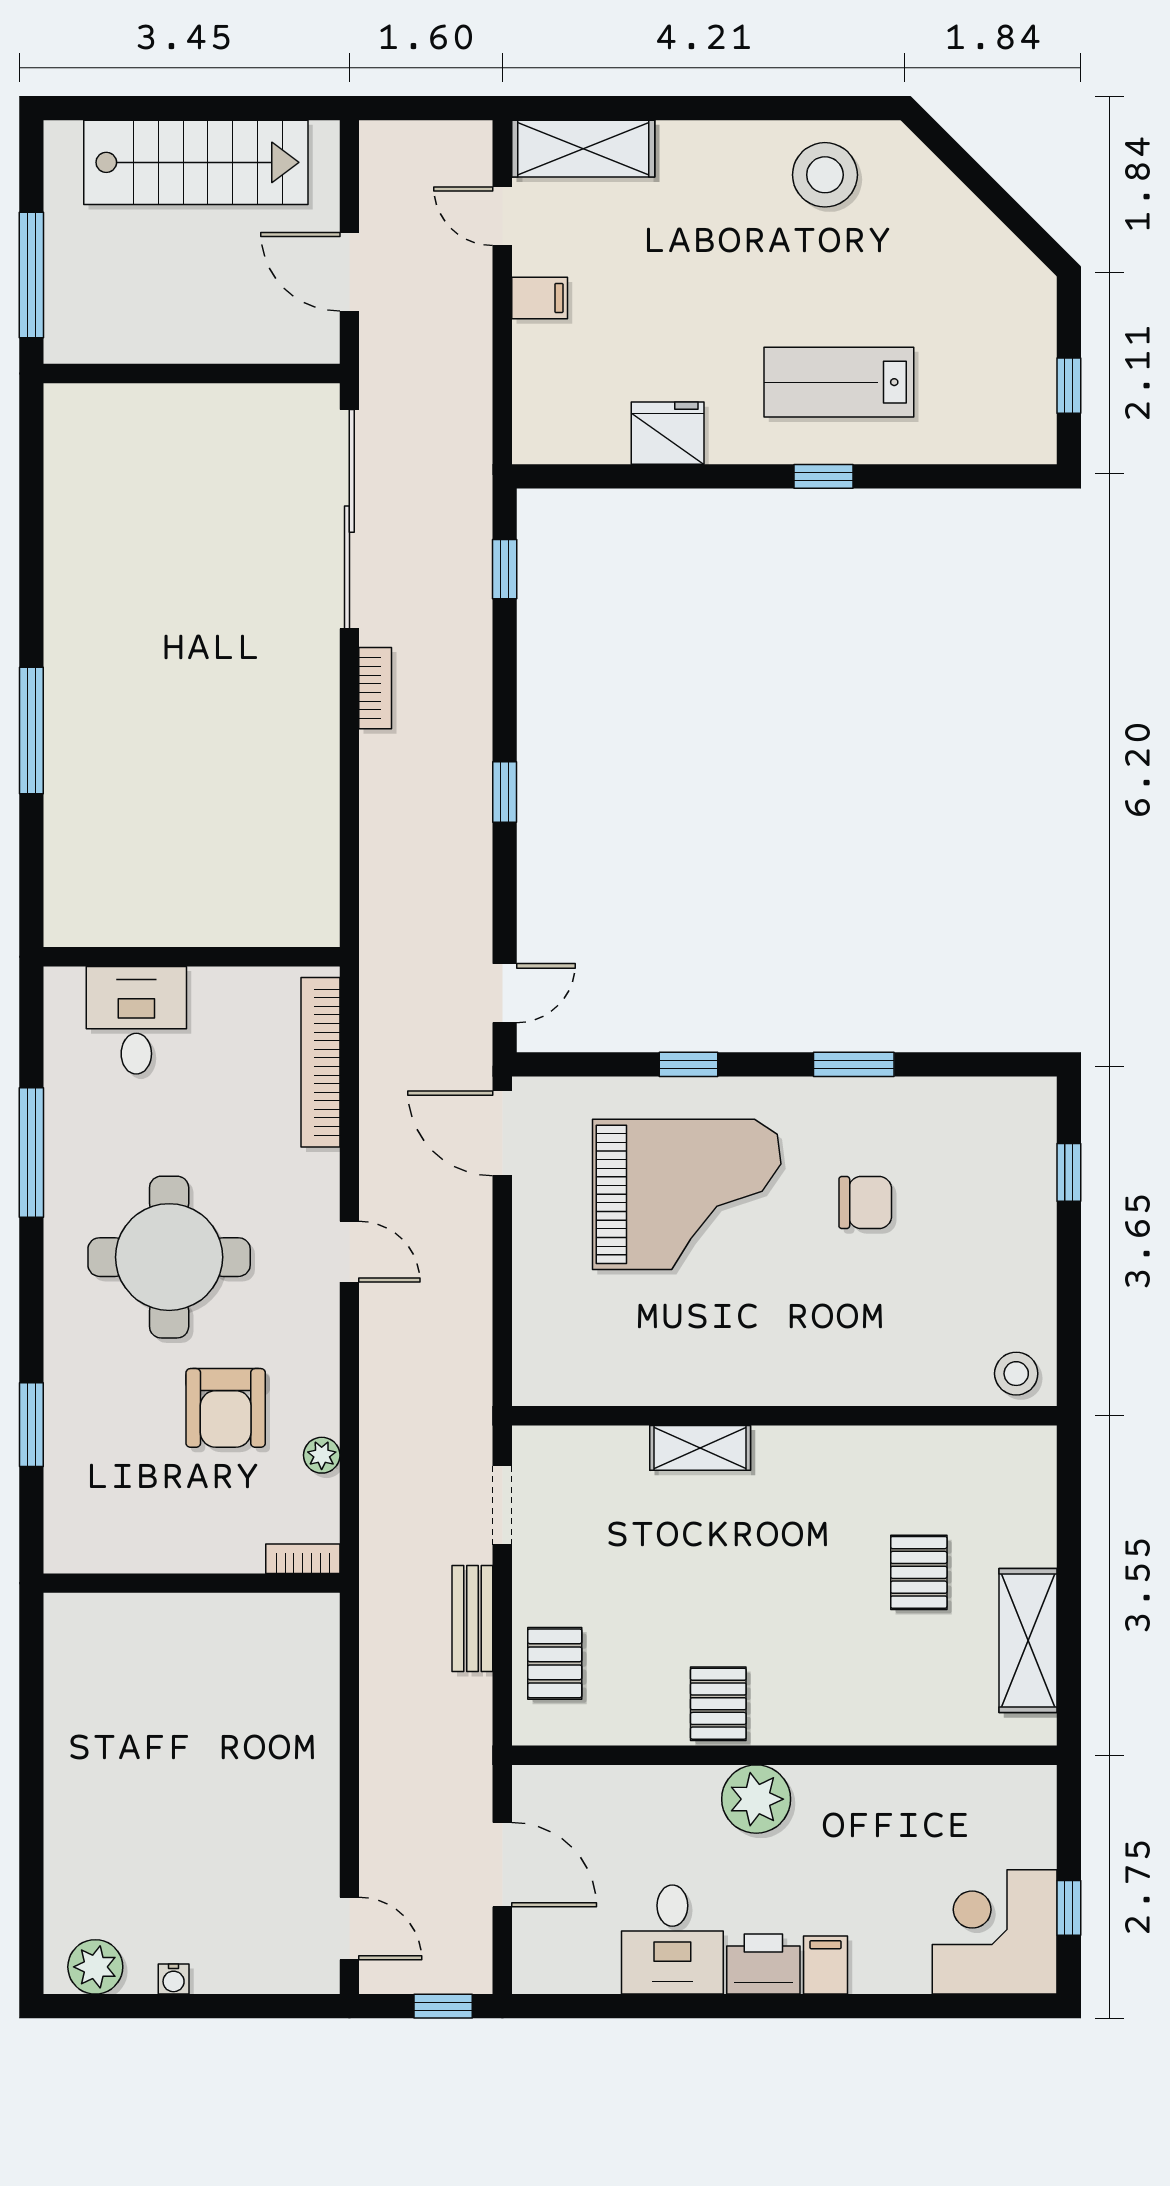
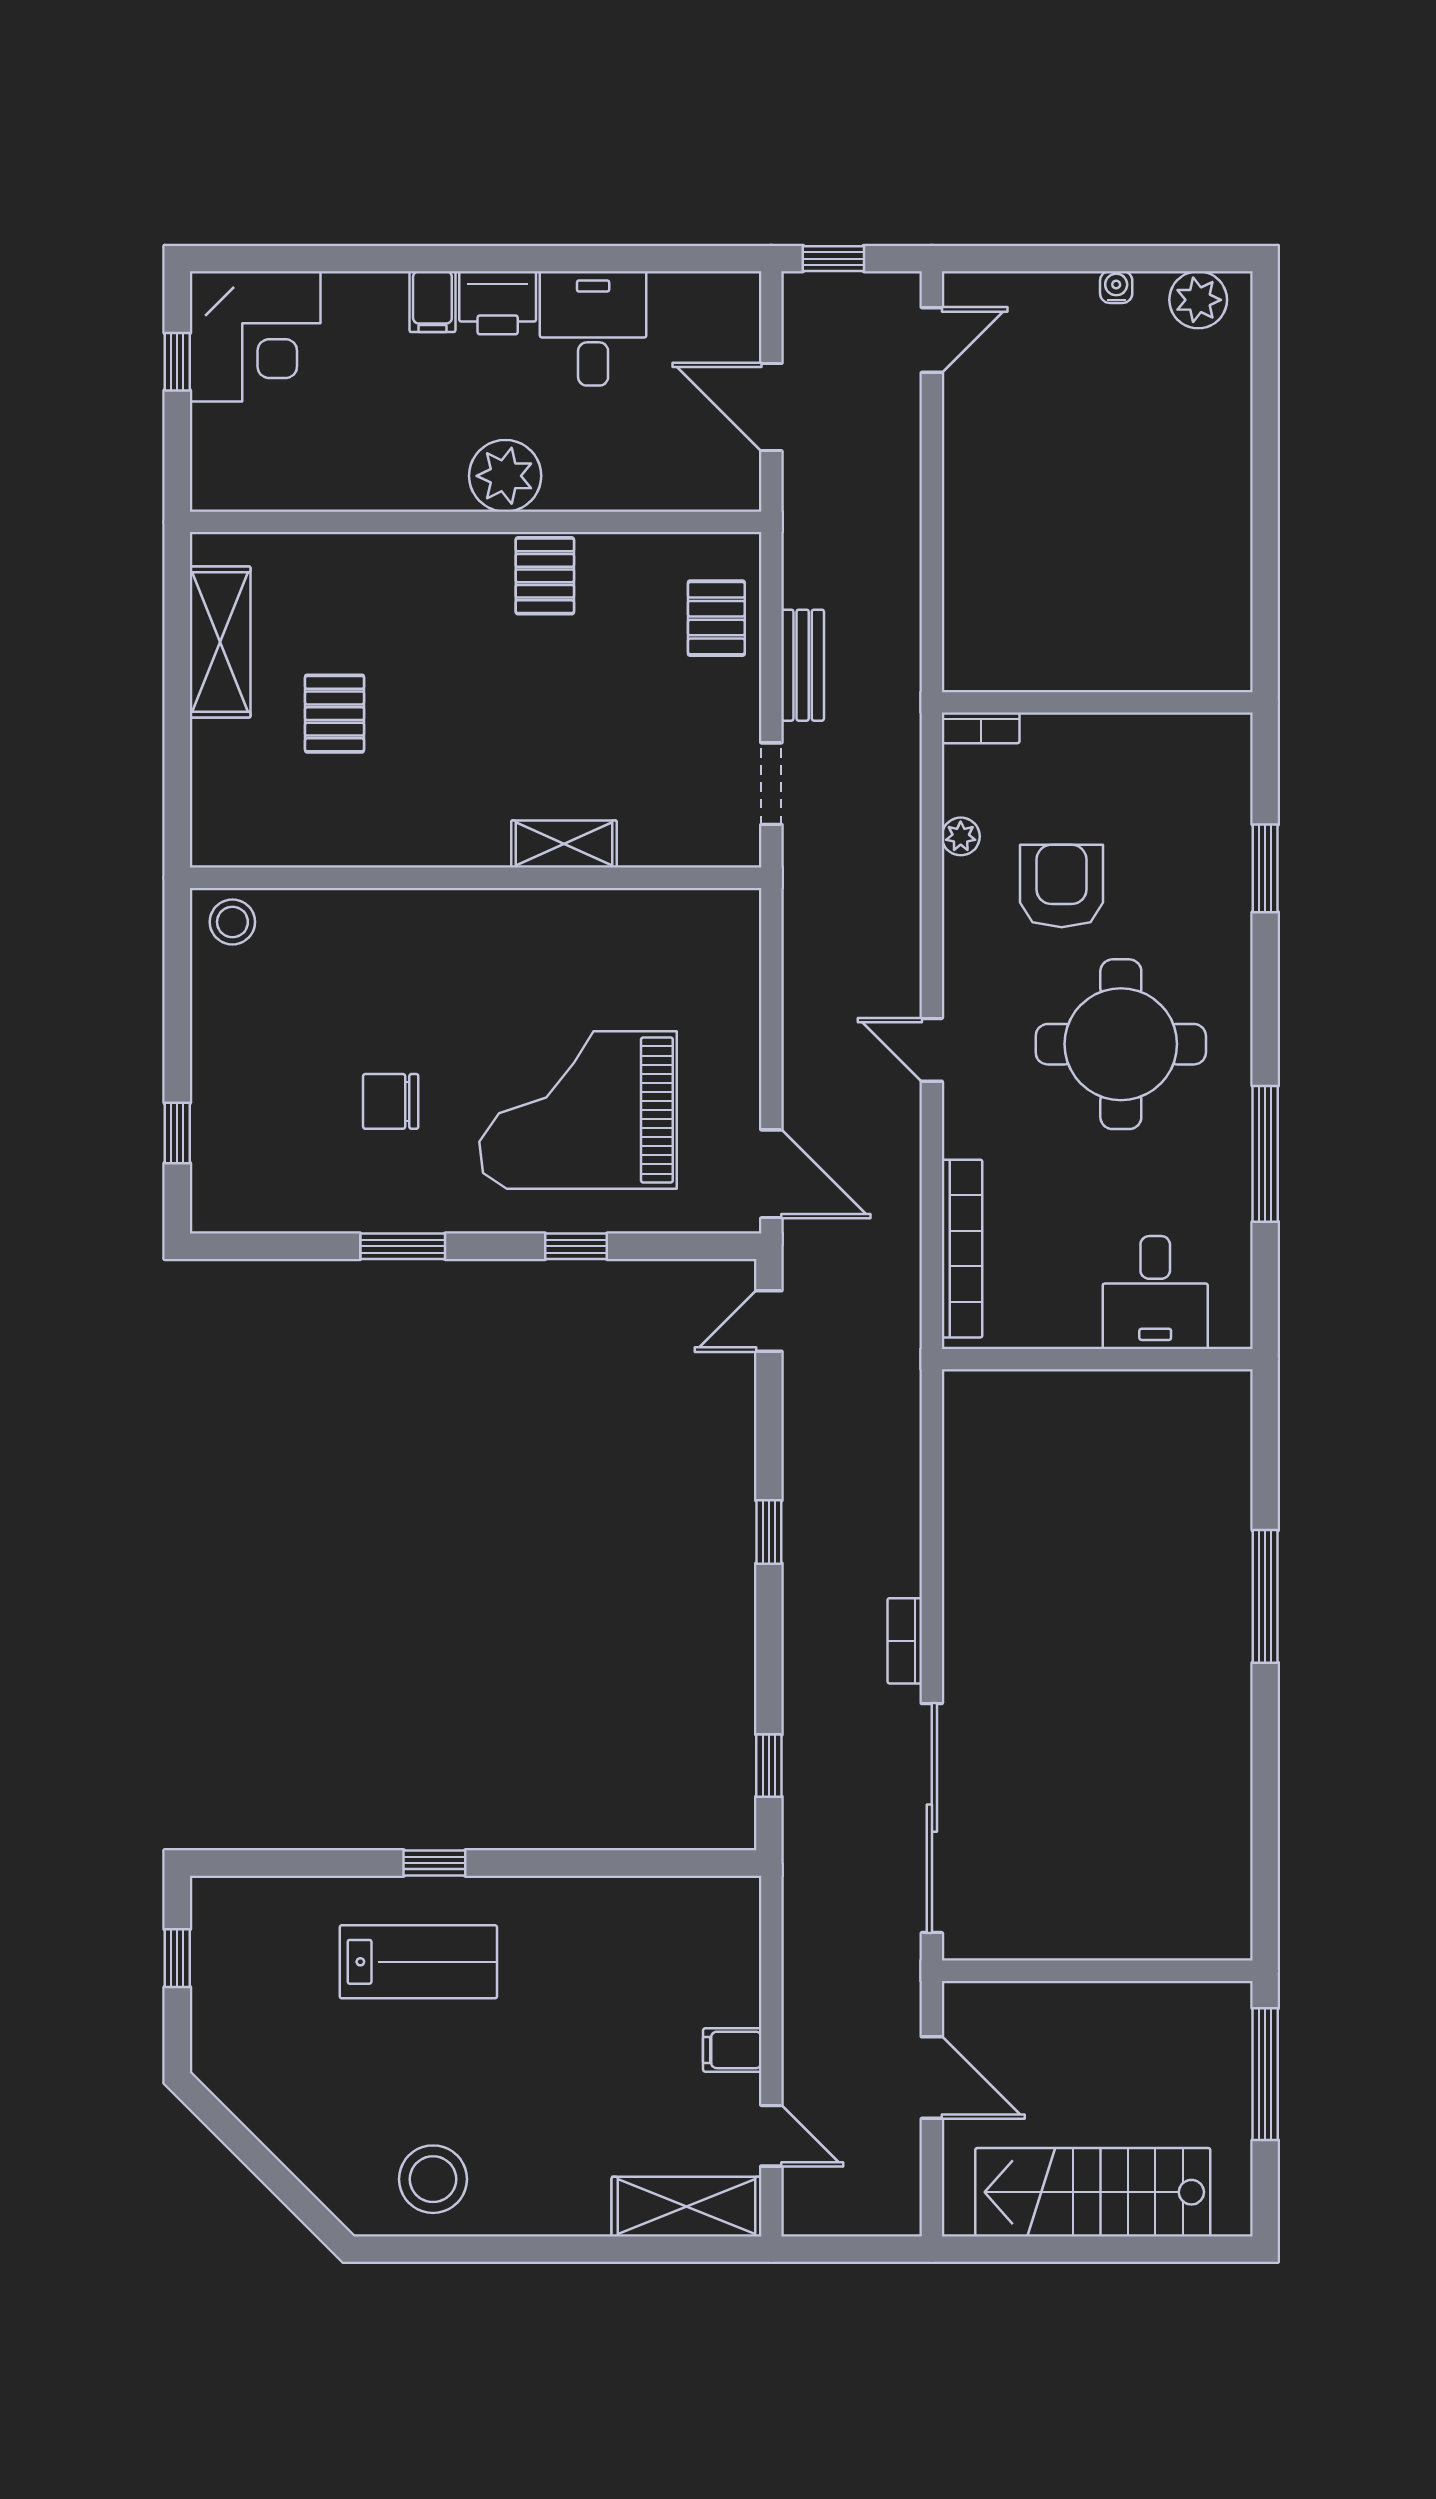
fridge: (668, 433) -> (598, 1908), removed
door: (349, 1929) -> (932, 340), swing flipped

